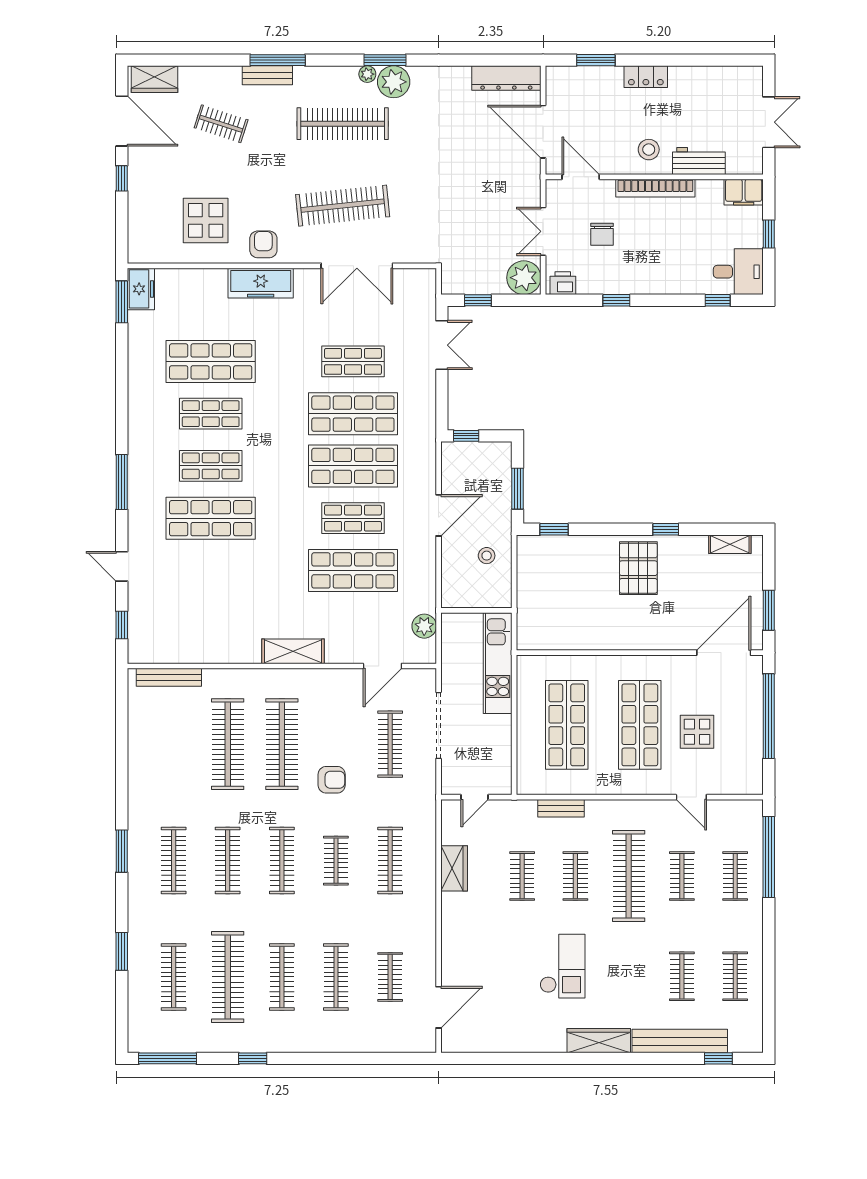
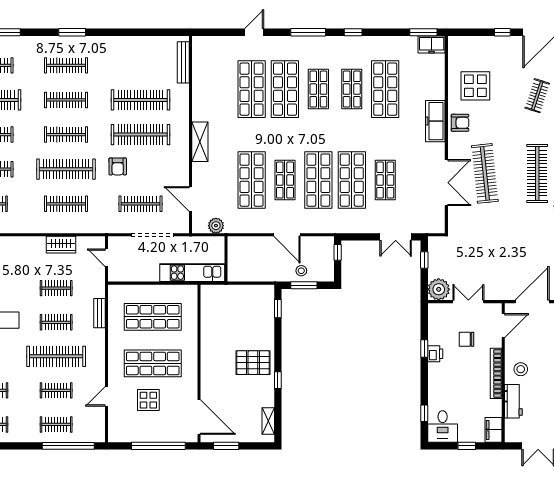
double door: (357, 266) -> (446, 183), swing flipped
printer: (563, 283) -> (435, 354), moved
stool: (487, 556) -> (301, 271), moved
shop shelf: (211, 570) -> (252, 89), added
window: (122, 625) -> (353, 32), moved
clothes rail: (336, 861) -> (66, 169), width x1.86, depth x1.31

